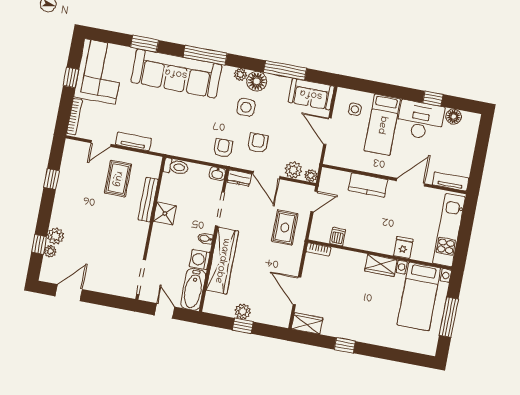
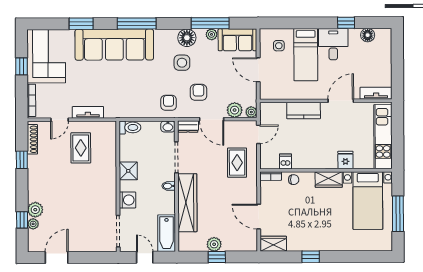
plant: (240, 74) -> (211, 34), moved
desk: (420, 120) -> (333, 44), width x0.73
shoe rack: (67, 159) -> (32, 139), added
bench: (148, 200) -> (111, 161), removed
chair: (343, 258) -> (294, 180), added
washing machine: (200, 259) -> (127, 200), moved, turned 180

